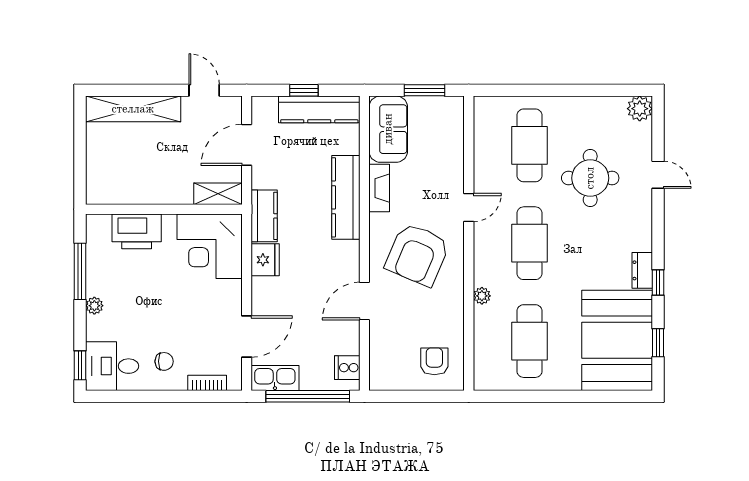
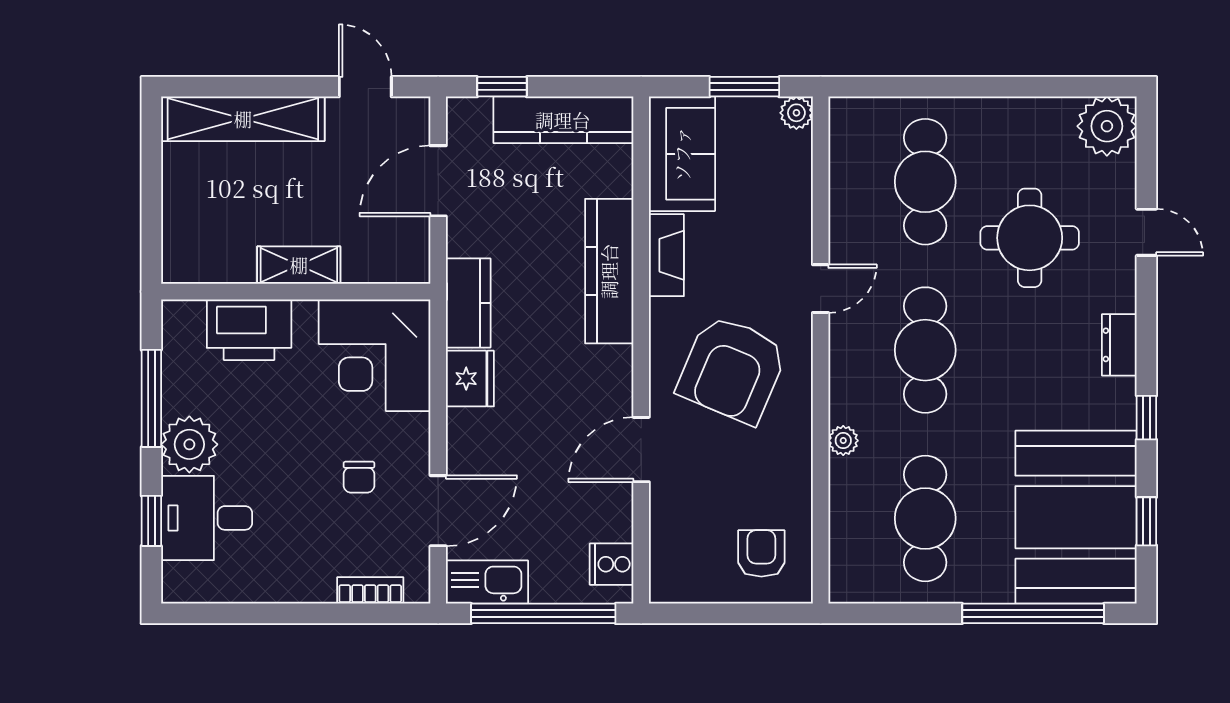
window: (304, 90) -> (502, 87), moved
plant: (455, 105) -> (796, 113), added
plant: (640, 109) -> (1107, 126), width x1.36, depth x1.36
shelving: (218, 194) -> (299, 265), moved
dresser: (642, 270) -> (1119, 345), moved
plant: (94, 306) -> (189, 444), width x1.87, depth x1.87
chair: (164, 361) -> (359, 477), moved, turned 90
window: (80, 365) -> (151, 521), moved
desk: (112, 366) -> (207, 518), moved
window: (592, 396) -> (1033, 613), added

